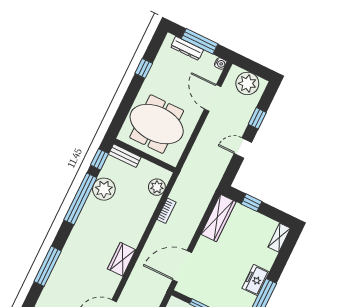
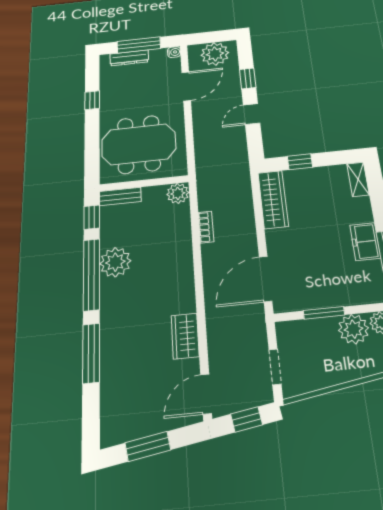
door: (213, 98) -> (186, 86), swing flipped
plant: (157, 187) -> (178, 193), moved
plant: (104, 189) -> (115, 262), moved
wardrobe: (122, 259) -> (185, 336), moved
window: (48, 266) -> (91, 353), moved

